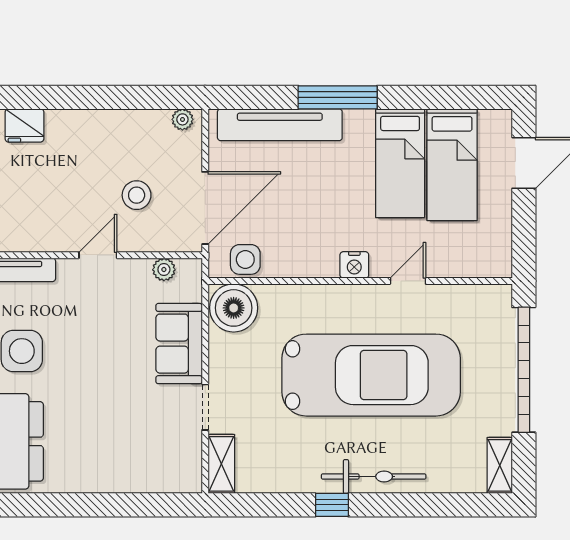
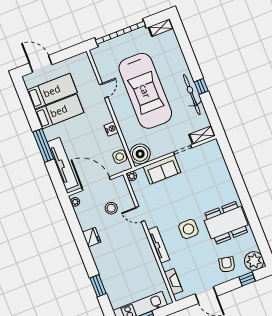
fridge: (24, 125) -> (92, 237), moved
door: (205, 208) -> (96, 184), moved
nightstand: (354, 265) -> (111, 129), moved
plant: (164, 270) -> (132, 176), moved
door: (408, 281) -> (104, 91), swing flipped
car: (371, 375) -> (145, 91), turned 180
bicycle: (374, 476) -> (192, 95), moved

